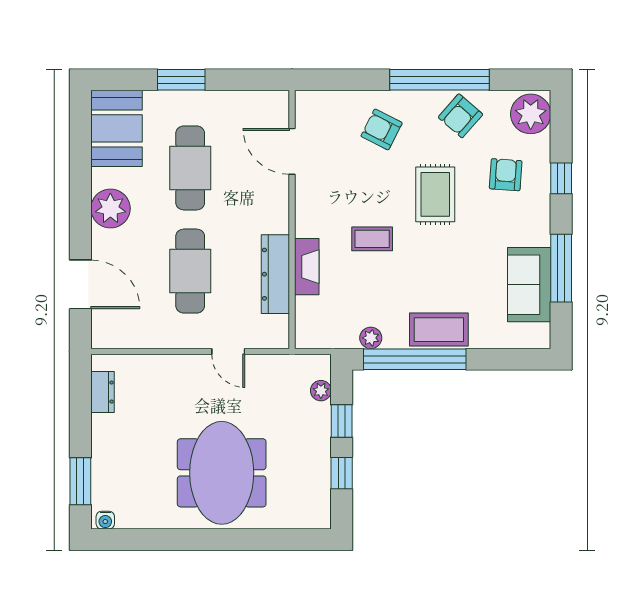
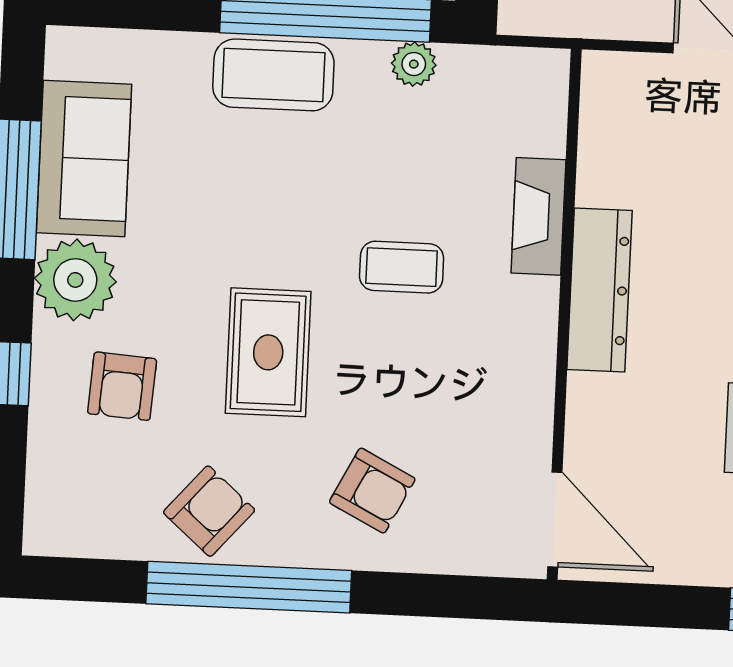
plant: (531, 114) -> (75, 280), moved
door: (292, 151) -> (555, 519), moved
dresser: (275, 274) -> (600, 290), moved

